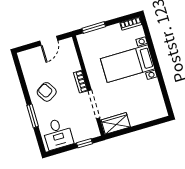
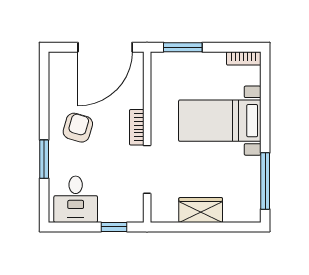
door: (49, 41) -> (105, 47), width x1.87
window: (164, 91) -> (265, 181), added
armchair: (47, 92) -> (78, 128), turned 48
wardrobe: (116, 123) -> (201, 210), moved

